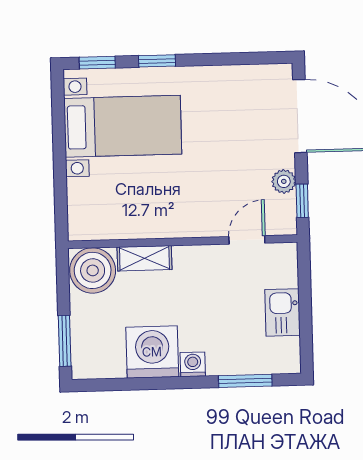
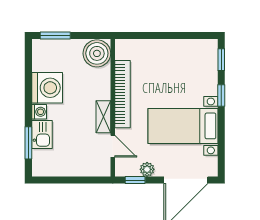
bed with nightstands: (123, 126) -> (183, 126), moved, turned 90
bookcase: (159, 226) -> (122, 94), added
shelving: (144, 258) -> (103, 117), moved
kitchen sink: (283, 312) -> (42, 135), moved, turned 90

